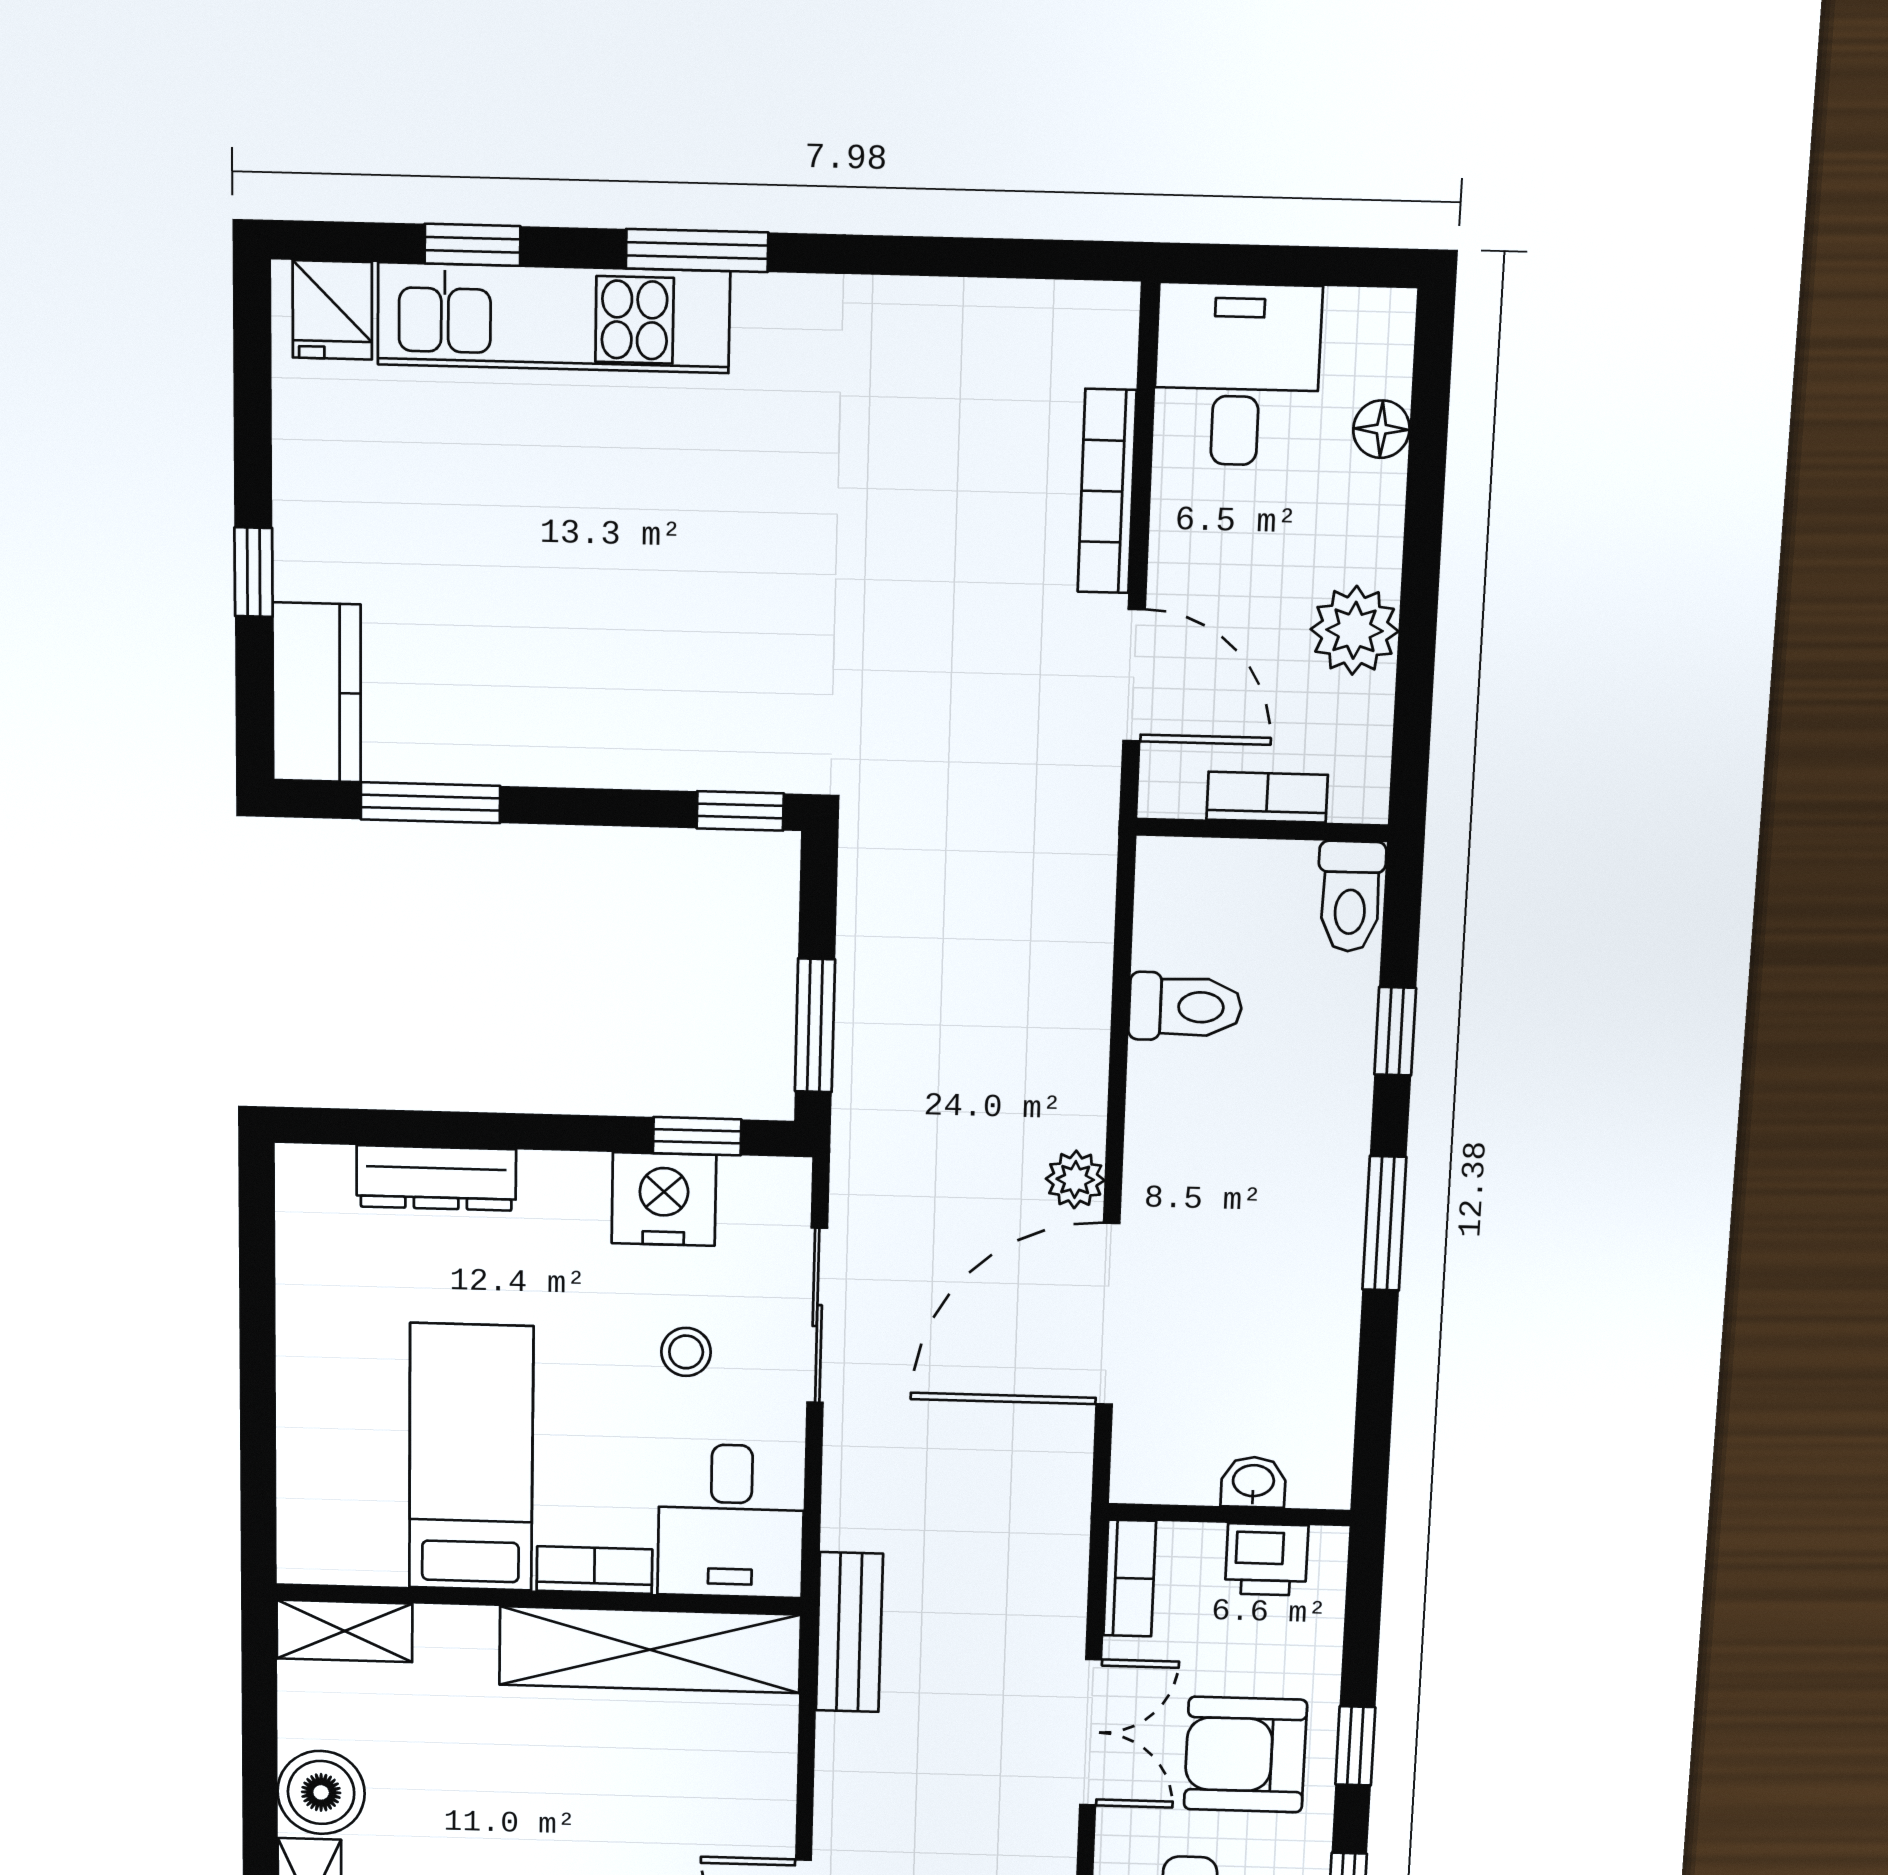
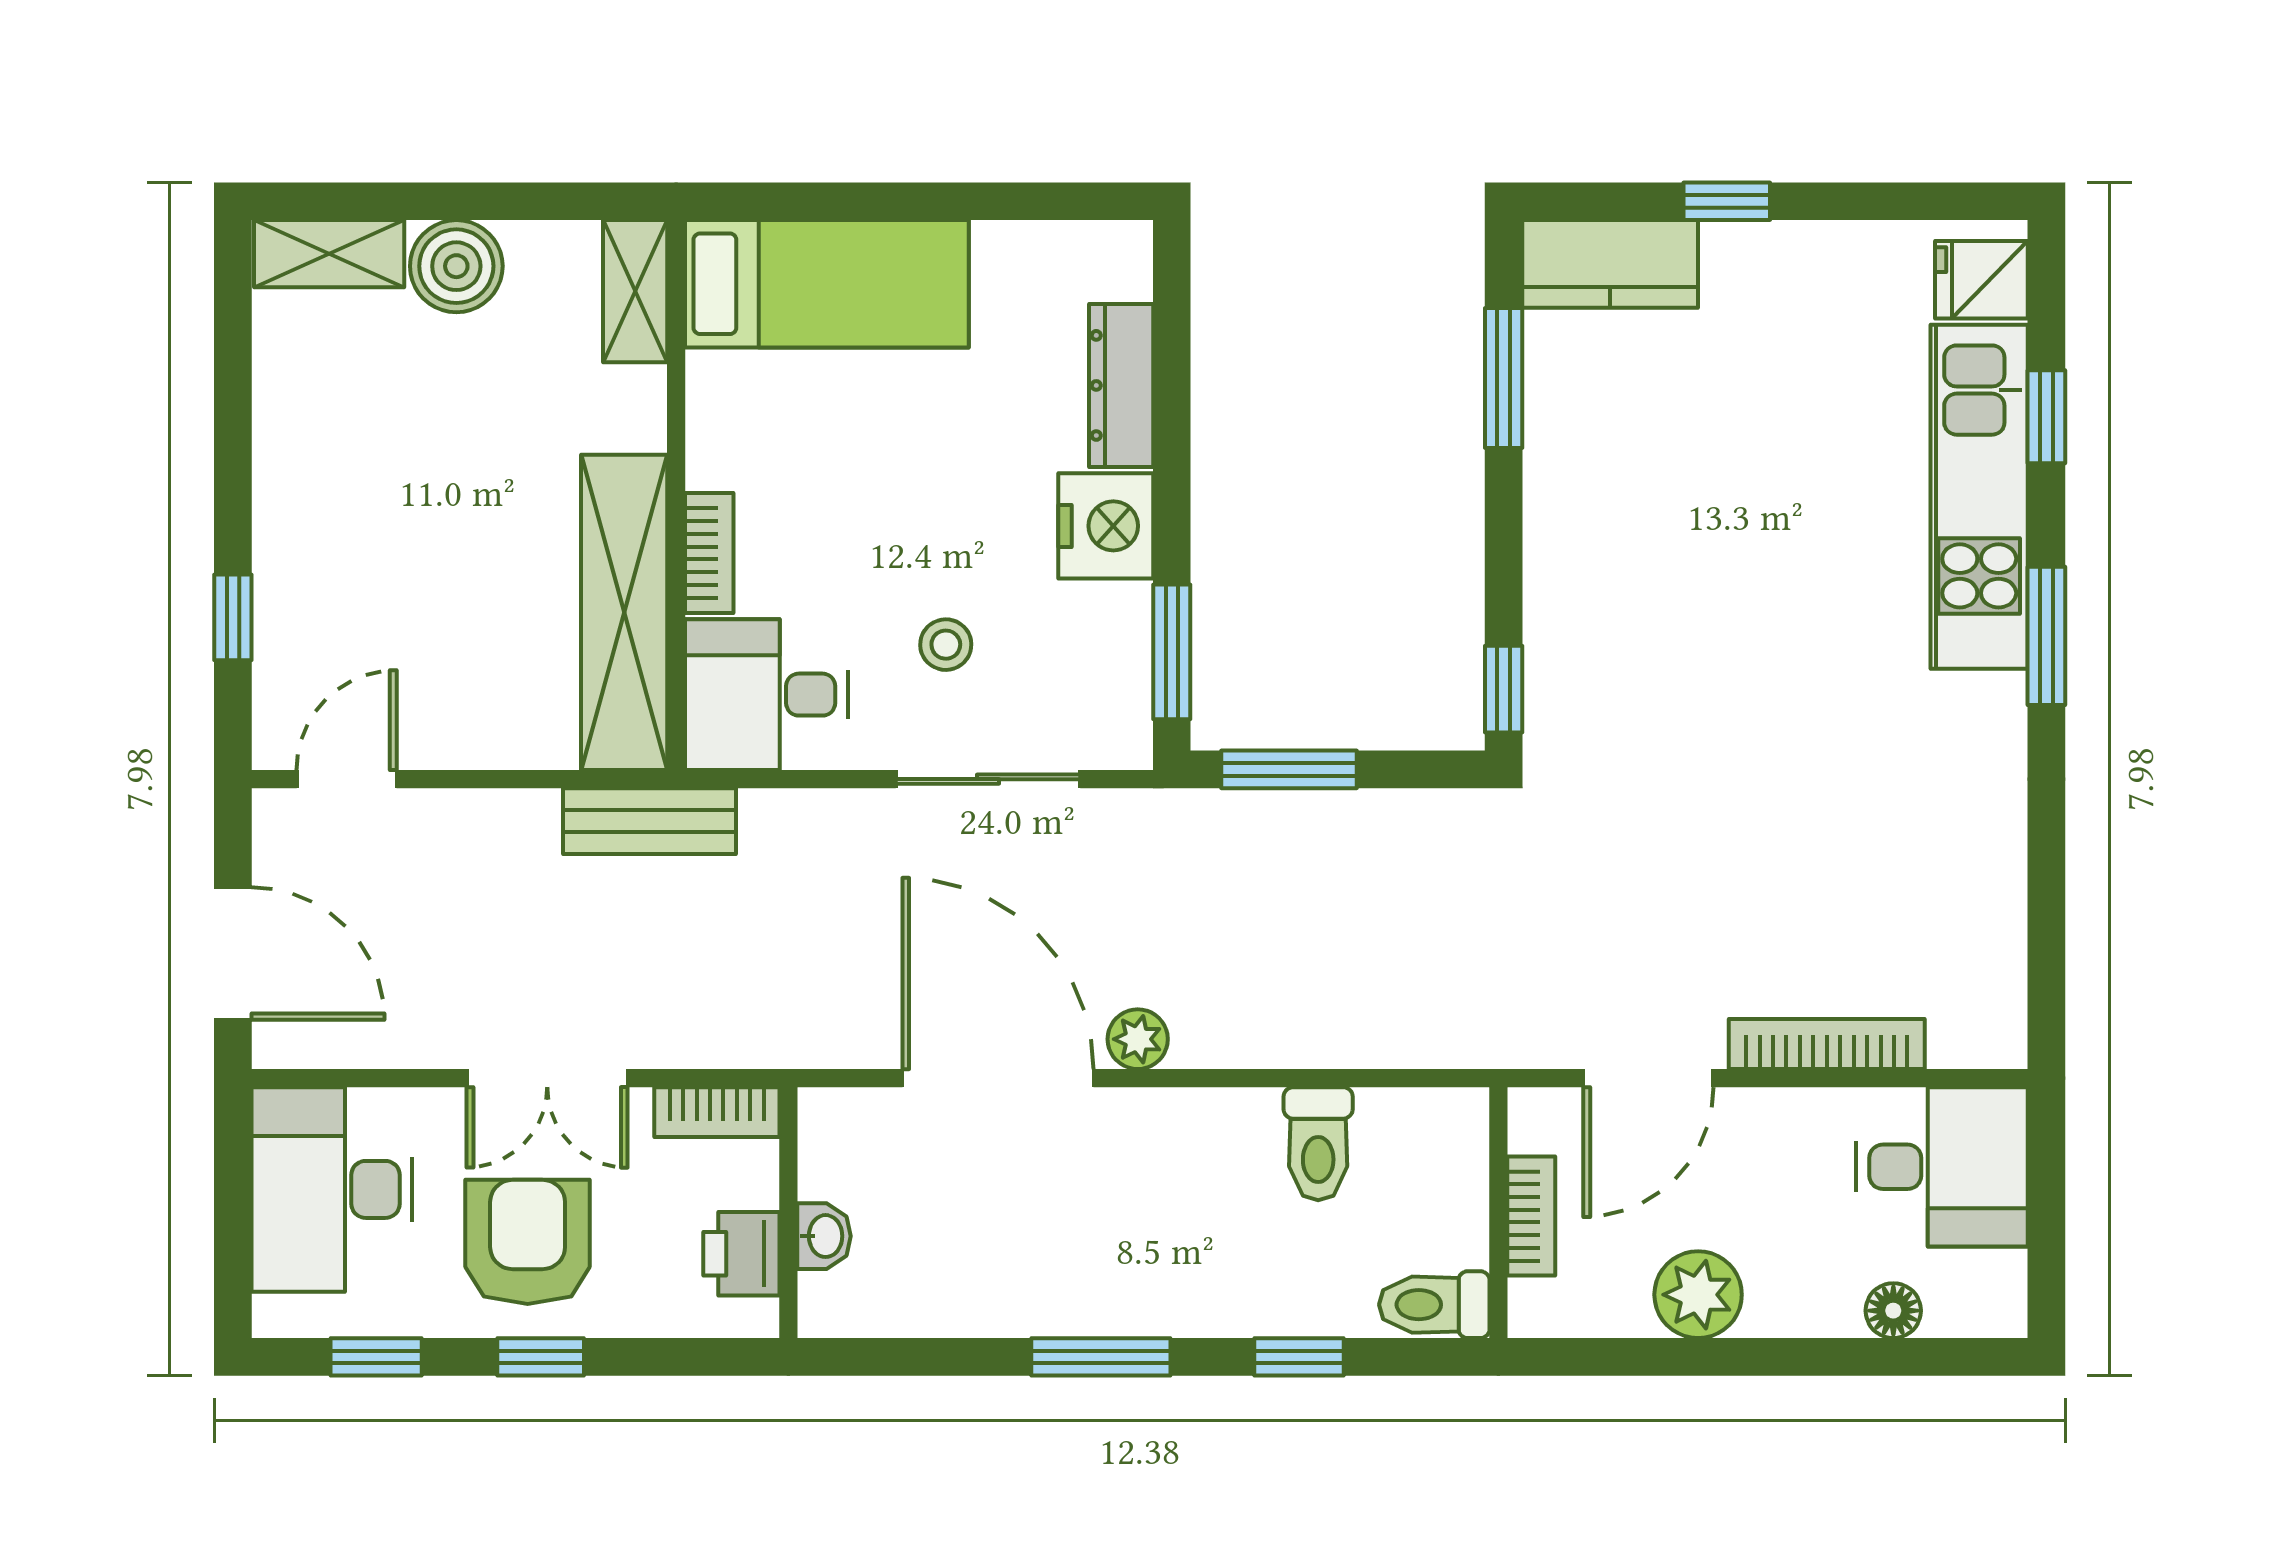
window: (697, 1136) -> (1172, 652), width x1.50
nightstand: (664, 1199) -> (1106, 526), moved
bed: (471, 1457) -> (827, 284), moved

